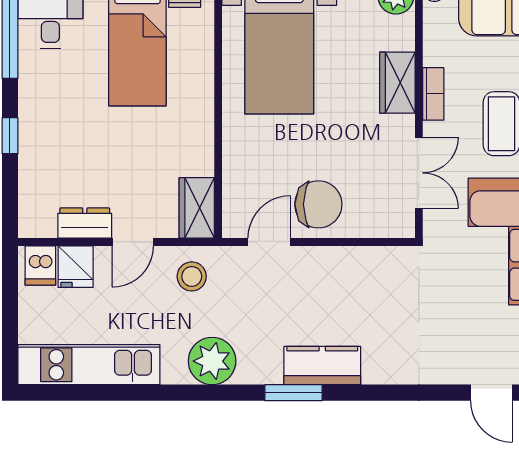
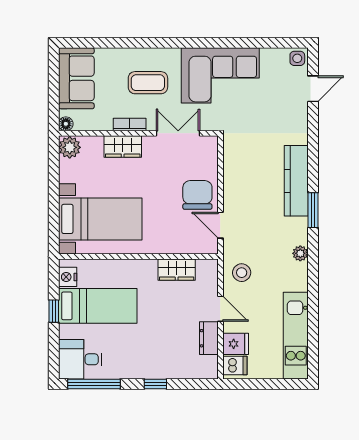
wardrobe: (197, 208) -> (177, 270), moved
plant: (212, 361) -> (300, 253), width x0.53, depth x0.53
kitchen counter: (322, 366) -> (296, 181), width x1.50

